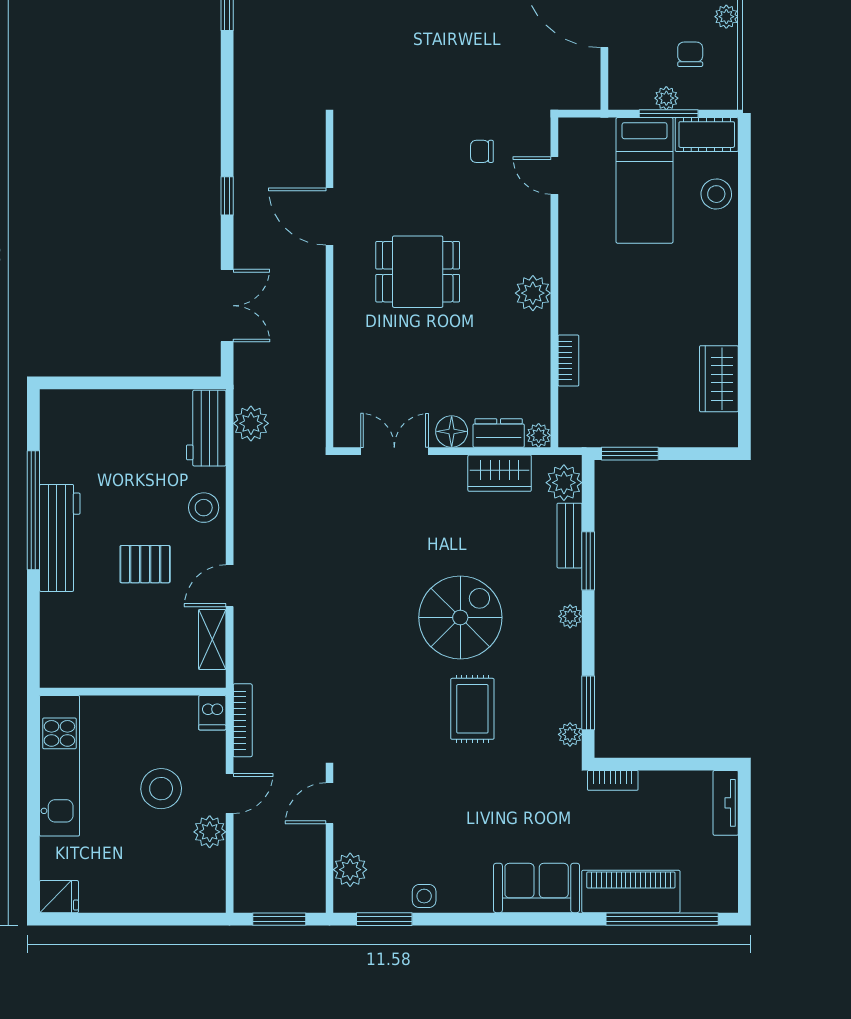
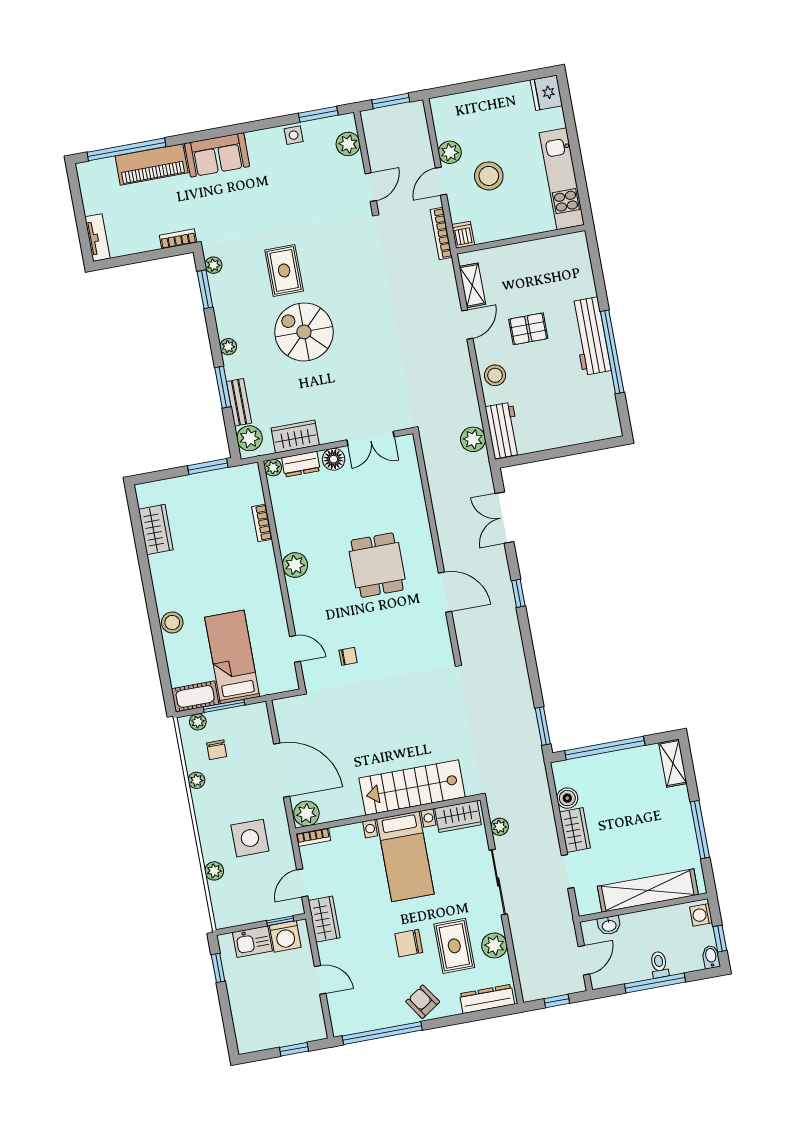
plant: (666, 98) -> (198, 722), moved
stool: (716, 194) -> (172, 623), moved
dining table: (418, 272) -> (377, 565), turned 90
spiral stairs: (460, 617) -> (304, 332), turned 90
fridge: (59, 897) -> (546, 93), width x1.38

